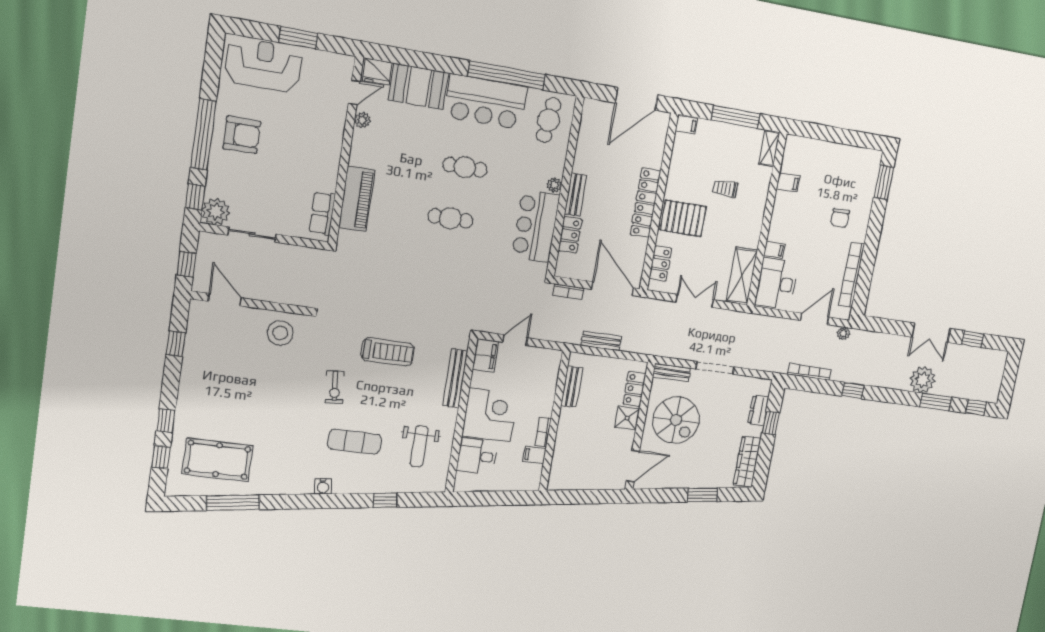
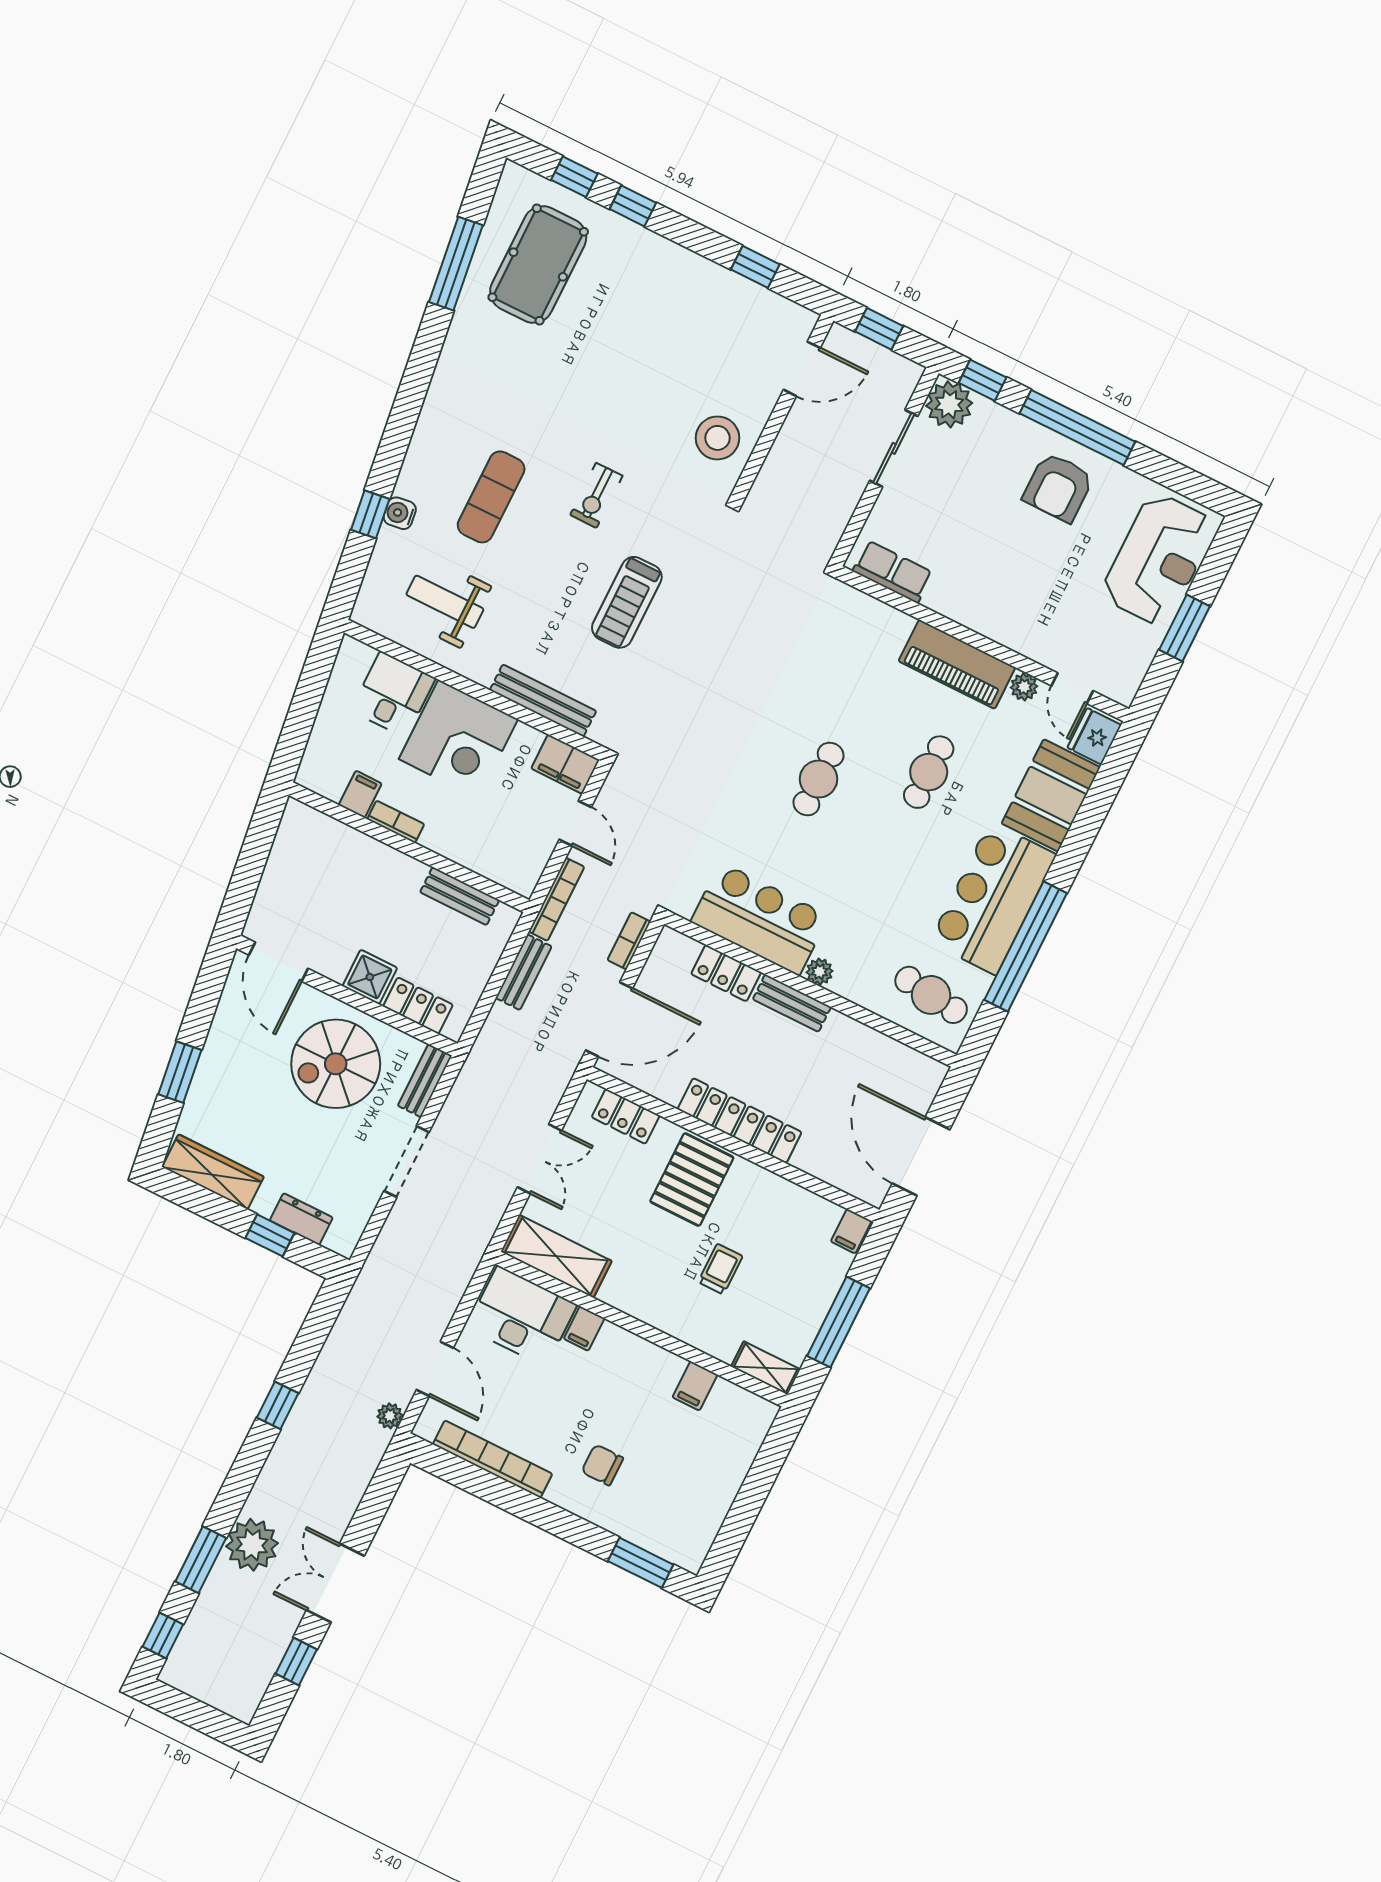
cafe table: (465, 167) -> (929, 772), moved
piano: (357, 199) -> (957, 664), moved
bookcase: (809, 372) -> (557, 899), moved
exercise bike: (335, 387) -> (596, 495), turned -84
water cooler: (323, 486) -> (400, 513), moved

